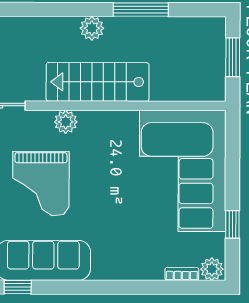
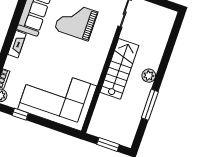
plant: (66, 122) -> (104, 45), removed
fireplace: (115, 271) -> (17, 44), added

